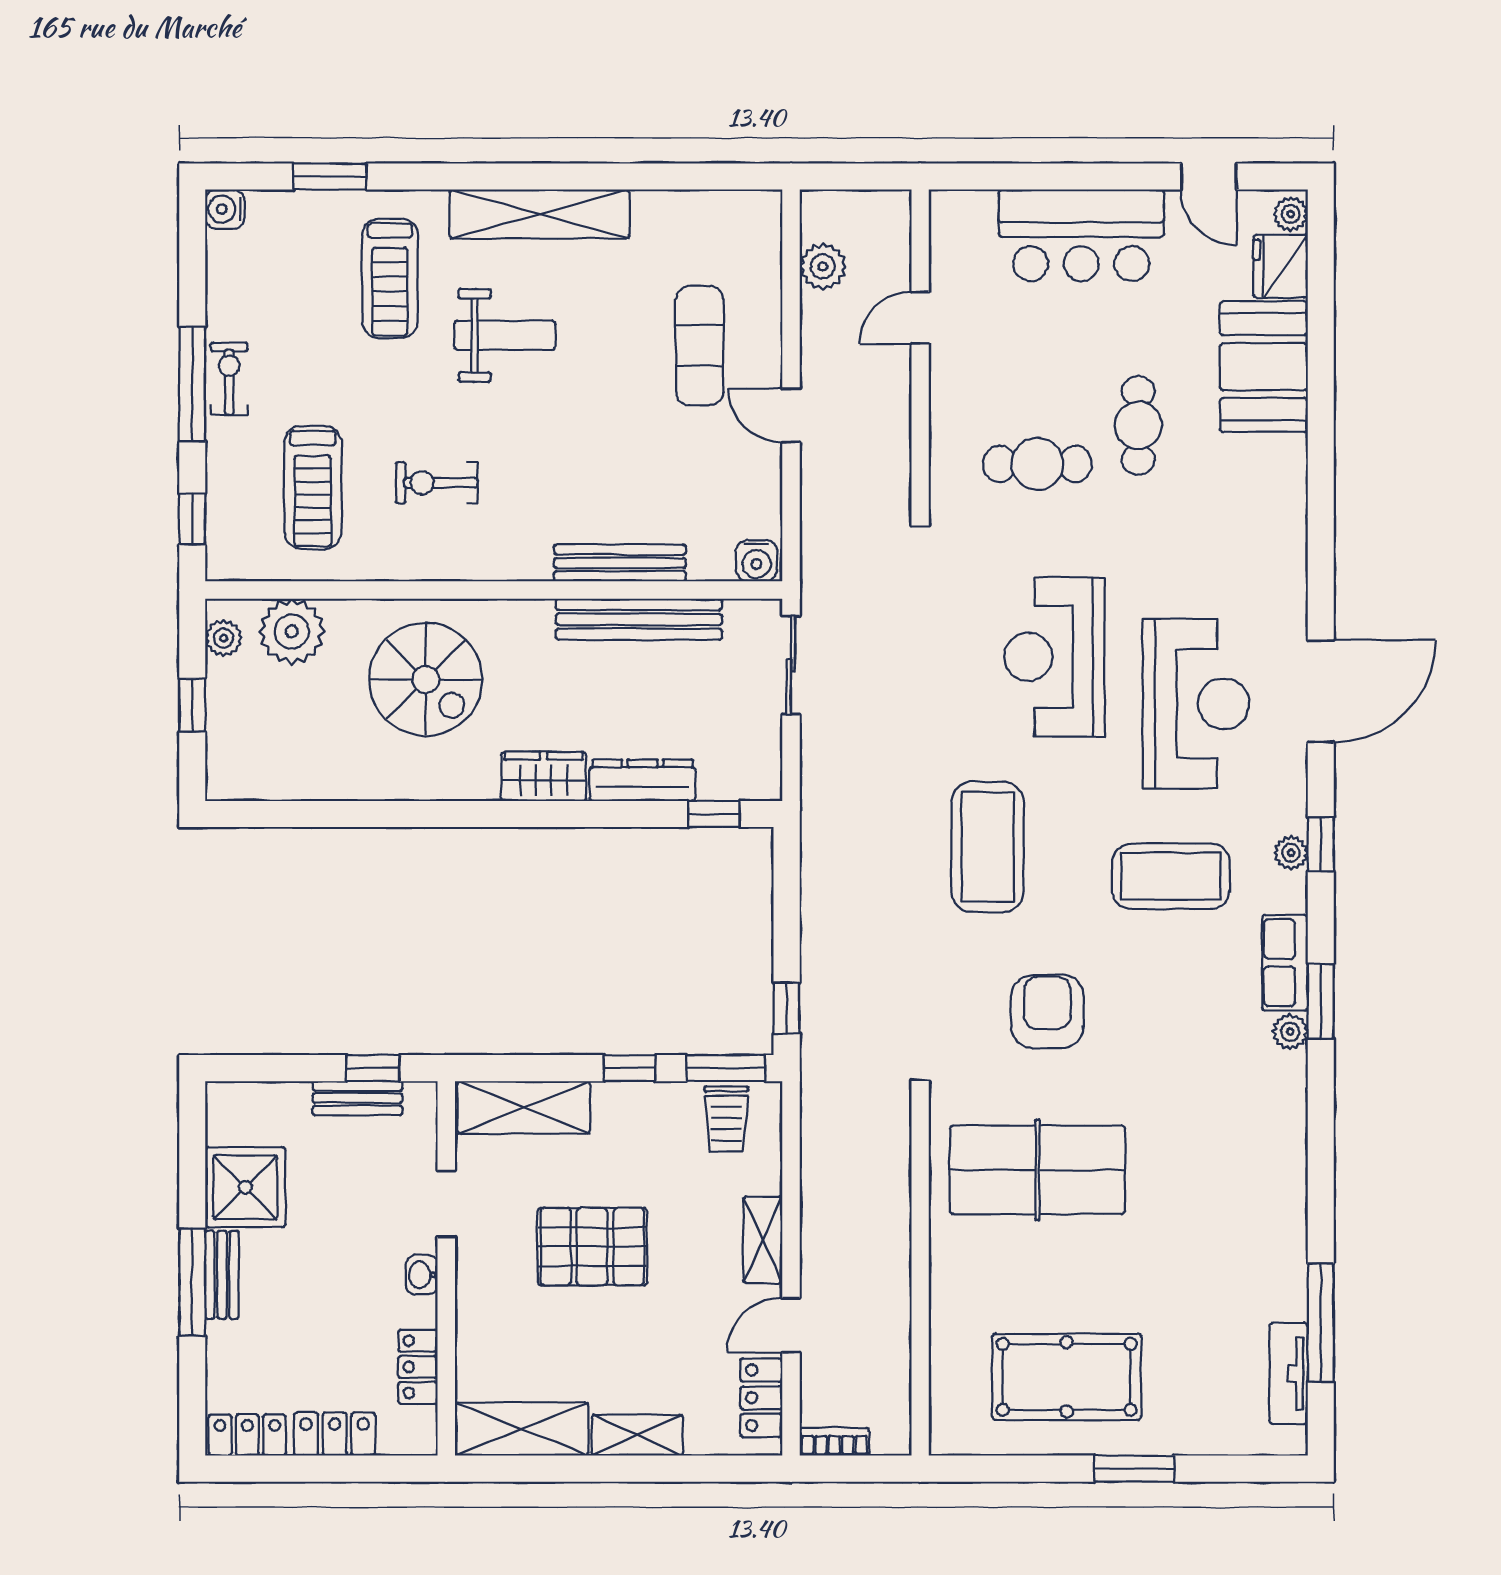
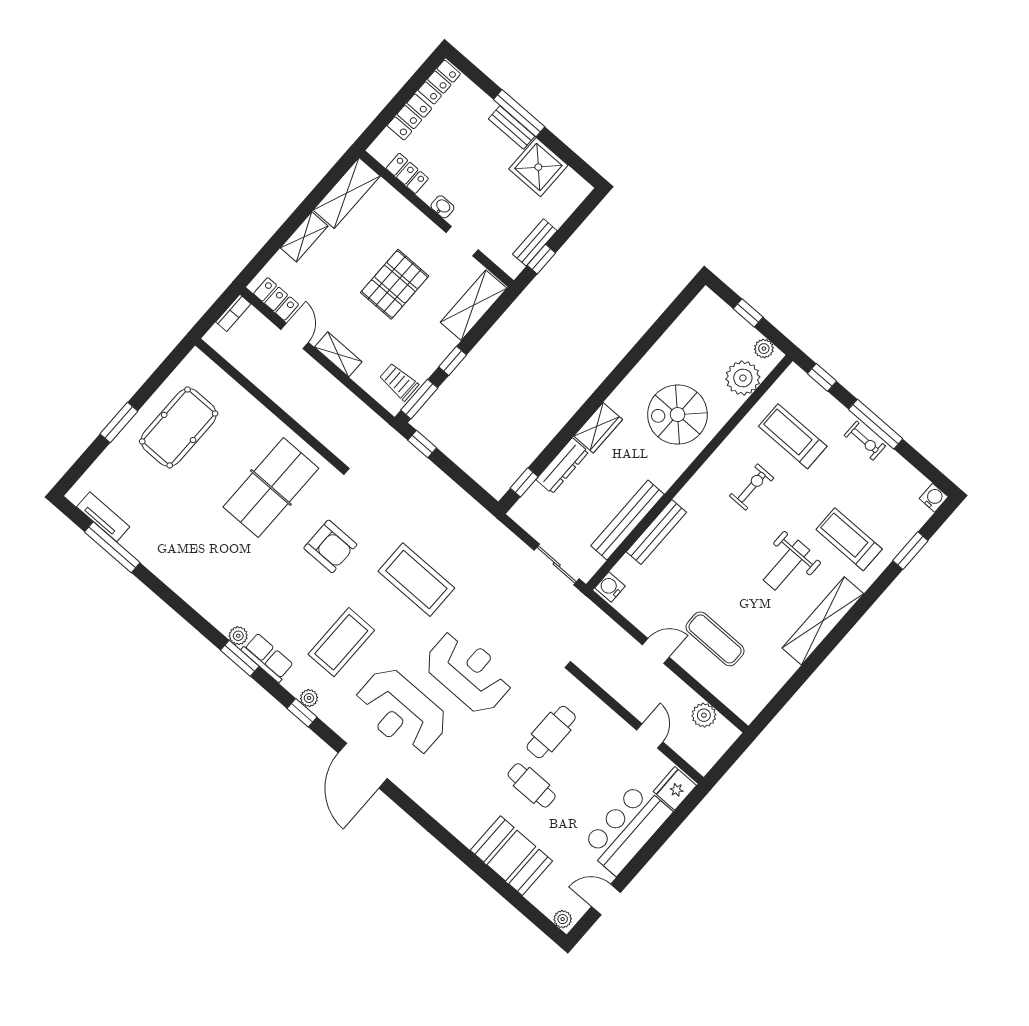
fridge: (1281, 266) -> (675, 788), moved, turned -90

